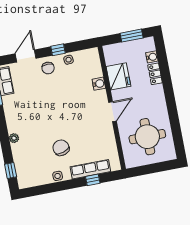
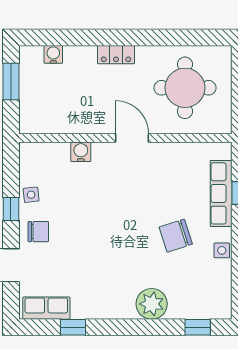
locker: (155, 74) -> (116, 55), moved
fridge: (118, 76) -> (75, 117), removed
plant: (14, 138) -> (152, 304), width x1.87, depth x1.87

